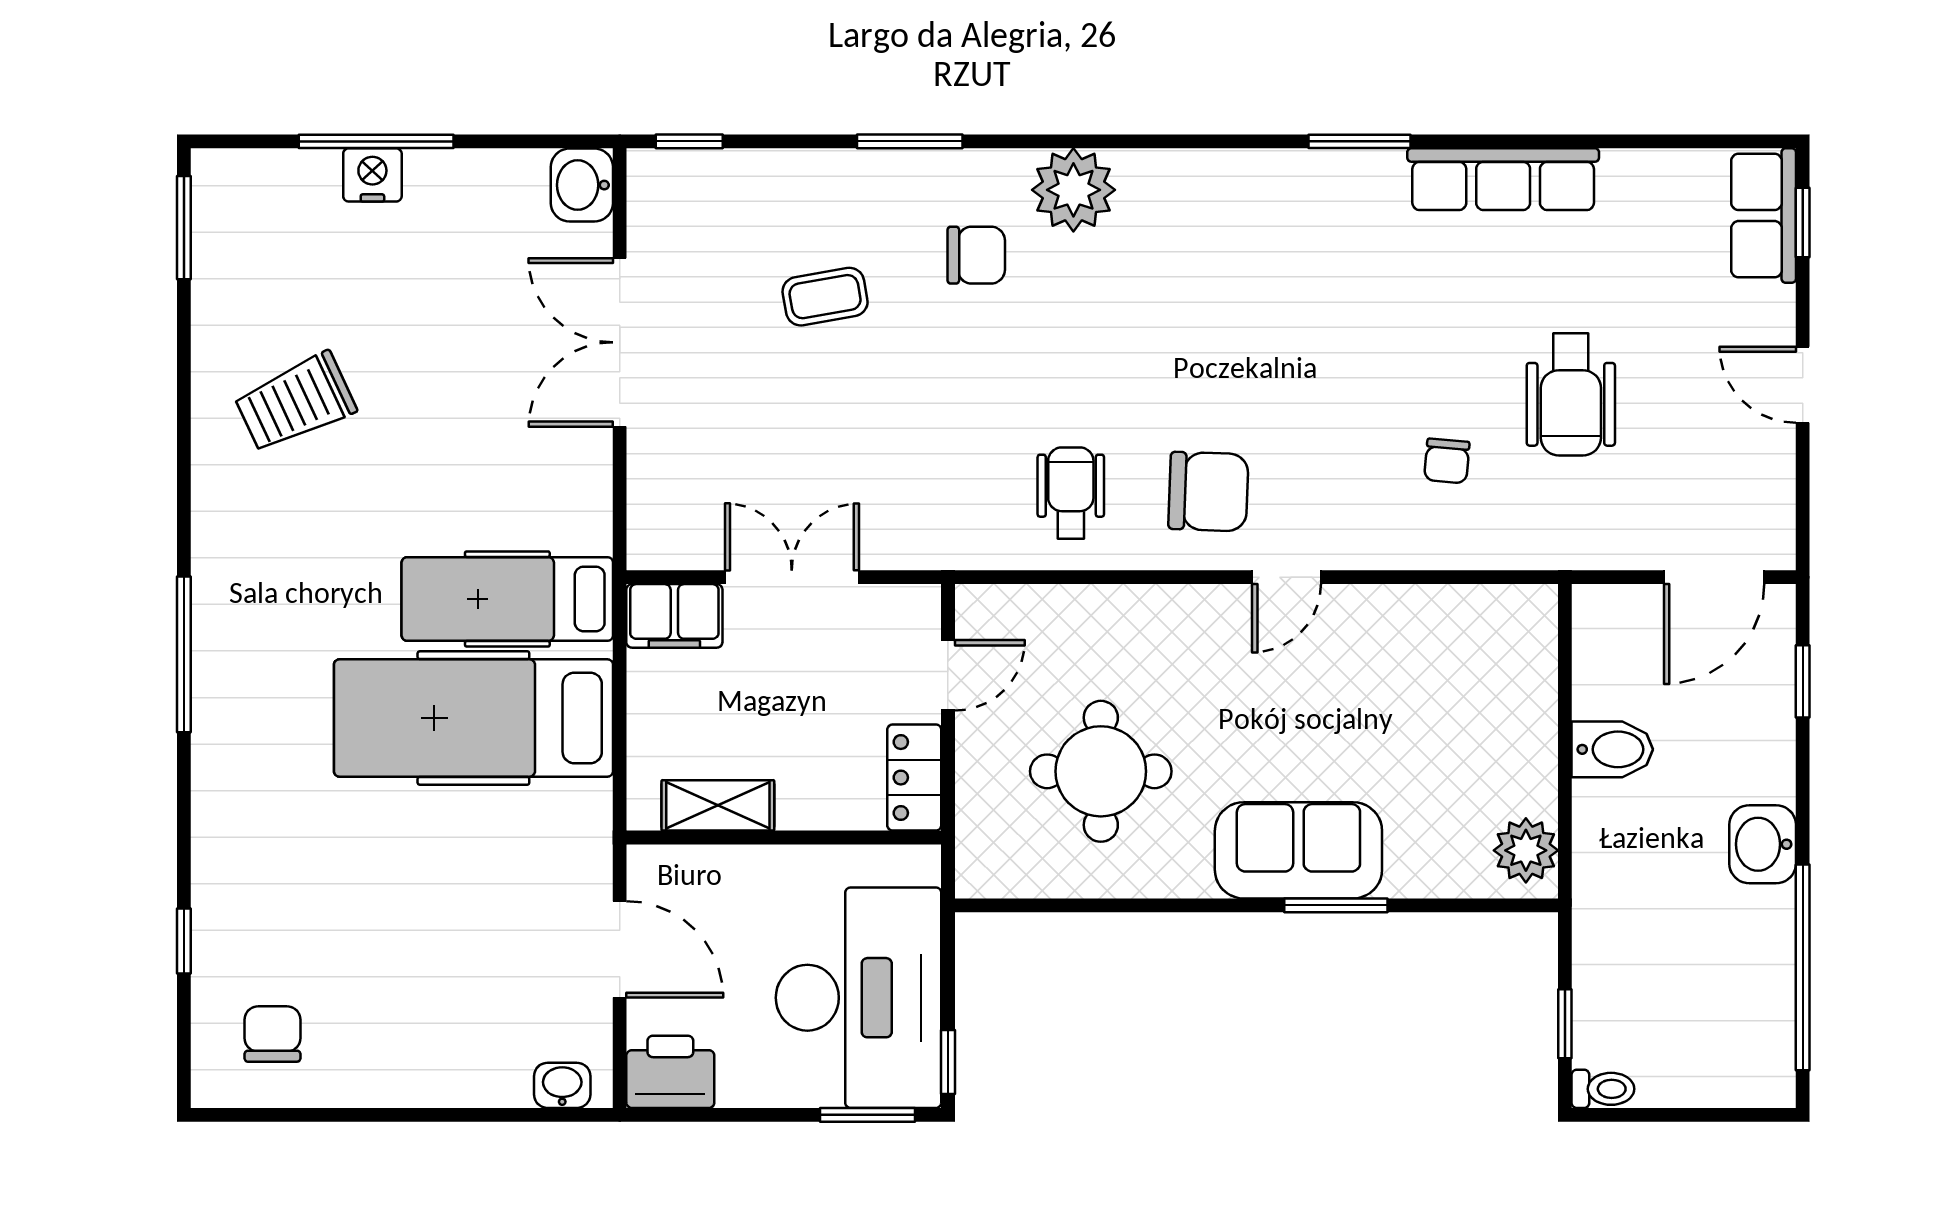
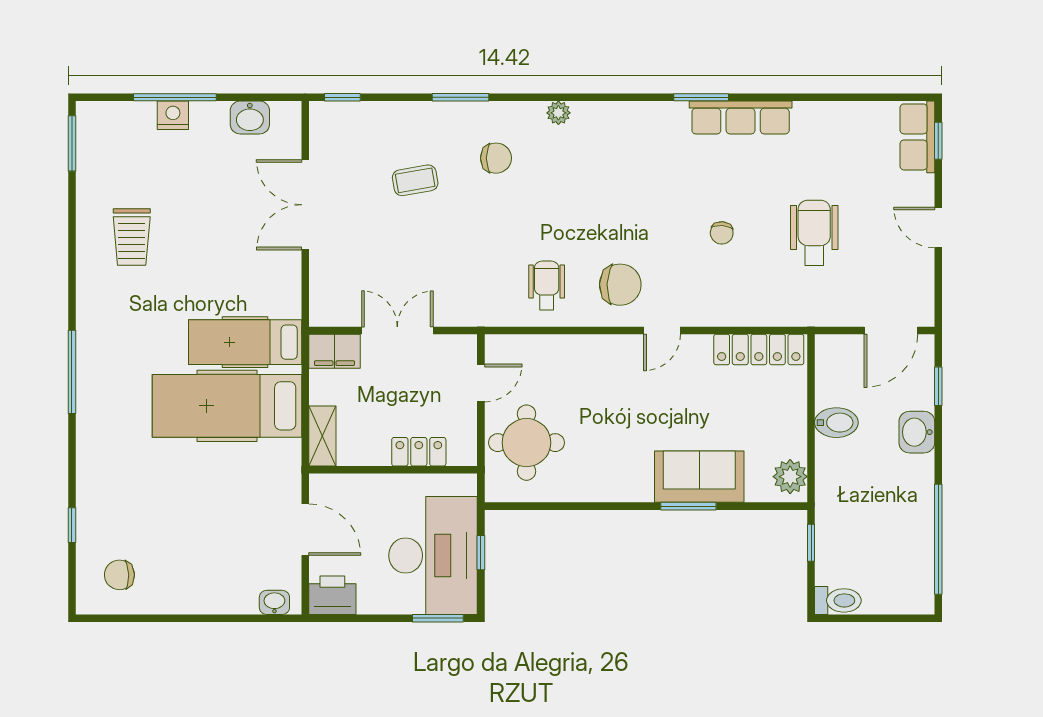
row of seats: (1503, 179) -> (741, 117), moved
washbasin: (582, 185) -> (250, 117), moved, turned -90
plant: (1073, 190) -> (558, 113), width x0.53, depth x0.53
wheelchair: (1571, 395) -> (814, 233), turned 180
trolley: (295, 402) -> (132, 237), turned -65
chair: (1447, 461) -> (722, 233), moved
locker: (1467, 613) -> (759, 349), added
round table: (1101, 771) -> (526, 443), moved
locker: (914, 778) -> (419, 452), moved, turned 90
shelving: (718, 805) -> (322, 436), moved, turned 90
washbasin: (1763, 844) -> (917, 432), moved
sofa: (1298, 850) -> (699, 477), moved
window: (1565, 1024) -> (811, 543), moved
chair: (272, 1034) -> (119, 575), turned -92
window: (948, 1062) -> (481, 553), moved
toilet: (1603, 1089) -> (838, 600), width x1.37, depth x1.39

